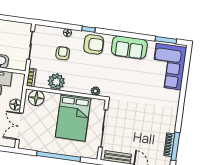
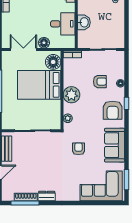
plant: (56, 82) -> (71, 95), moved
armchair: (128, 84) -> (78, 149), added
bed: (73, 117) -> (39, 85), moved
dresser: (171, 123) -> (47, 196), added

